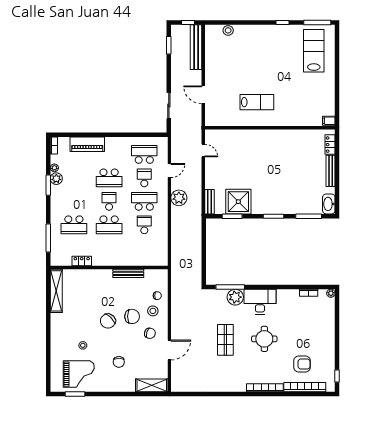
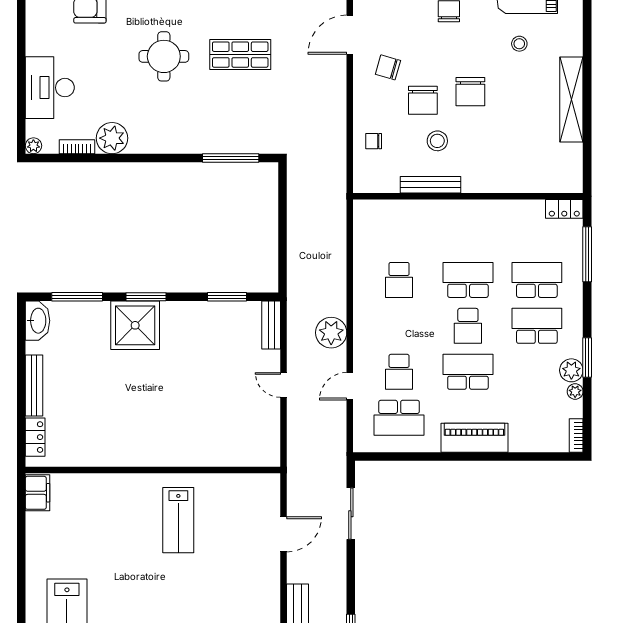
door: (203, 95) -> (283, 534), hinge flipped
lab bench: (257, 102) -> (178, 520), turned -90
filing cabinet: (329, 121) -> (37, 493), width x2.00
piano: (87, 144) -> (474, 438), moved
door: (203, 150) -> (283, 385), moved
school desk: (144, 201) -> (537, 326), moved, turned 180
shower: (238, 202) -> (135, 325), moved
locker: (82, 261) -> (564, 209), moved
shelving: (56, 291) -> (571, 100), moved
plant: (235, 297) -> (112, 138), moved
desk: (260, 302) -> (50, 88), moved, turned 90
stool: (153, 311) -> (437, 141), moved
chair: (132, 316) -> (423, 100), turned -90
chair: (108, 321) -> (470, 92), turned 135
shop shelf: (225, 340) -> (240, 55), turned 90

